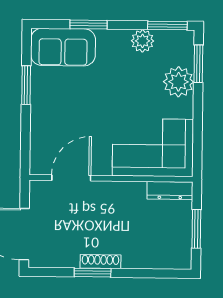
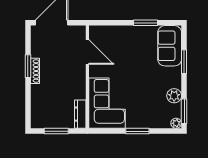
window: (198, 64) -> (137, 131), moved
plant: (179, 82) -> (176, 123), moved, width x0.53, depth x0.53

